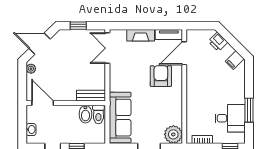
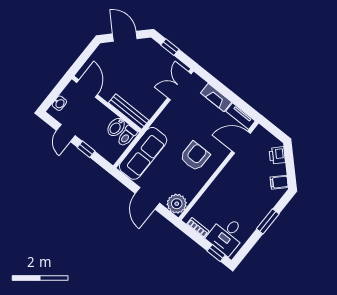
plant: (31, 69) -> (101, 52), removed
armchair: (161, 76) -> (195, 156), moved
bench: (91, 96) -> (129, 112), width x1.36
window: (249, 110) -> (268, 221), moved
desk: (230, 118) -> (227, 235), moved, turned 90

